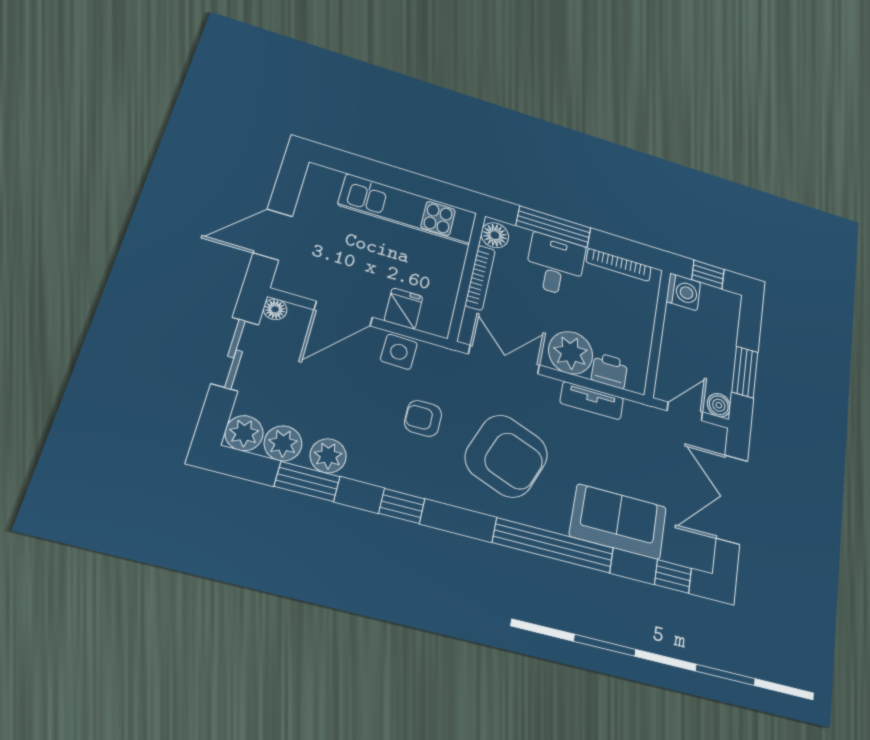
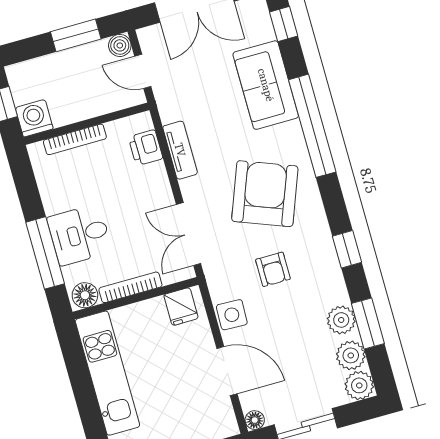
bookcase: (619, 265) -> (75, 139), moved, turned 90
fridge: (404, 308) -> (181, 307), moved, turned -90
plant: (571, 353) -> (150, 186), removed

